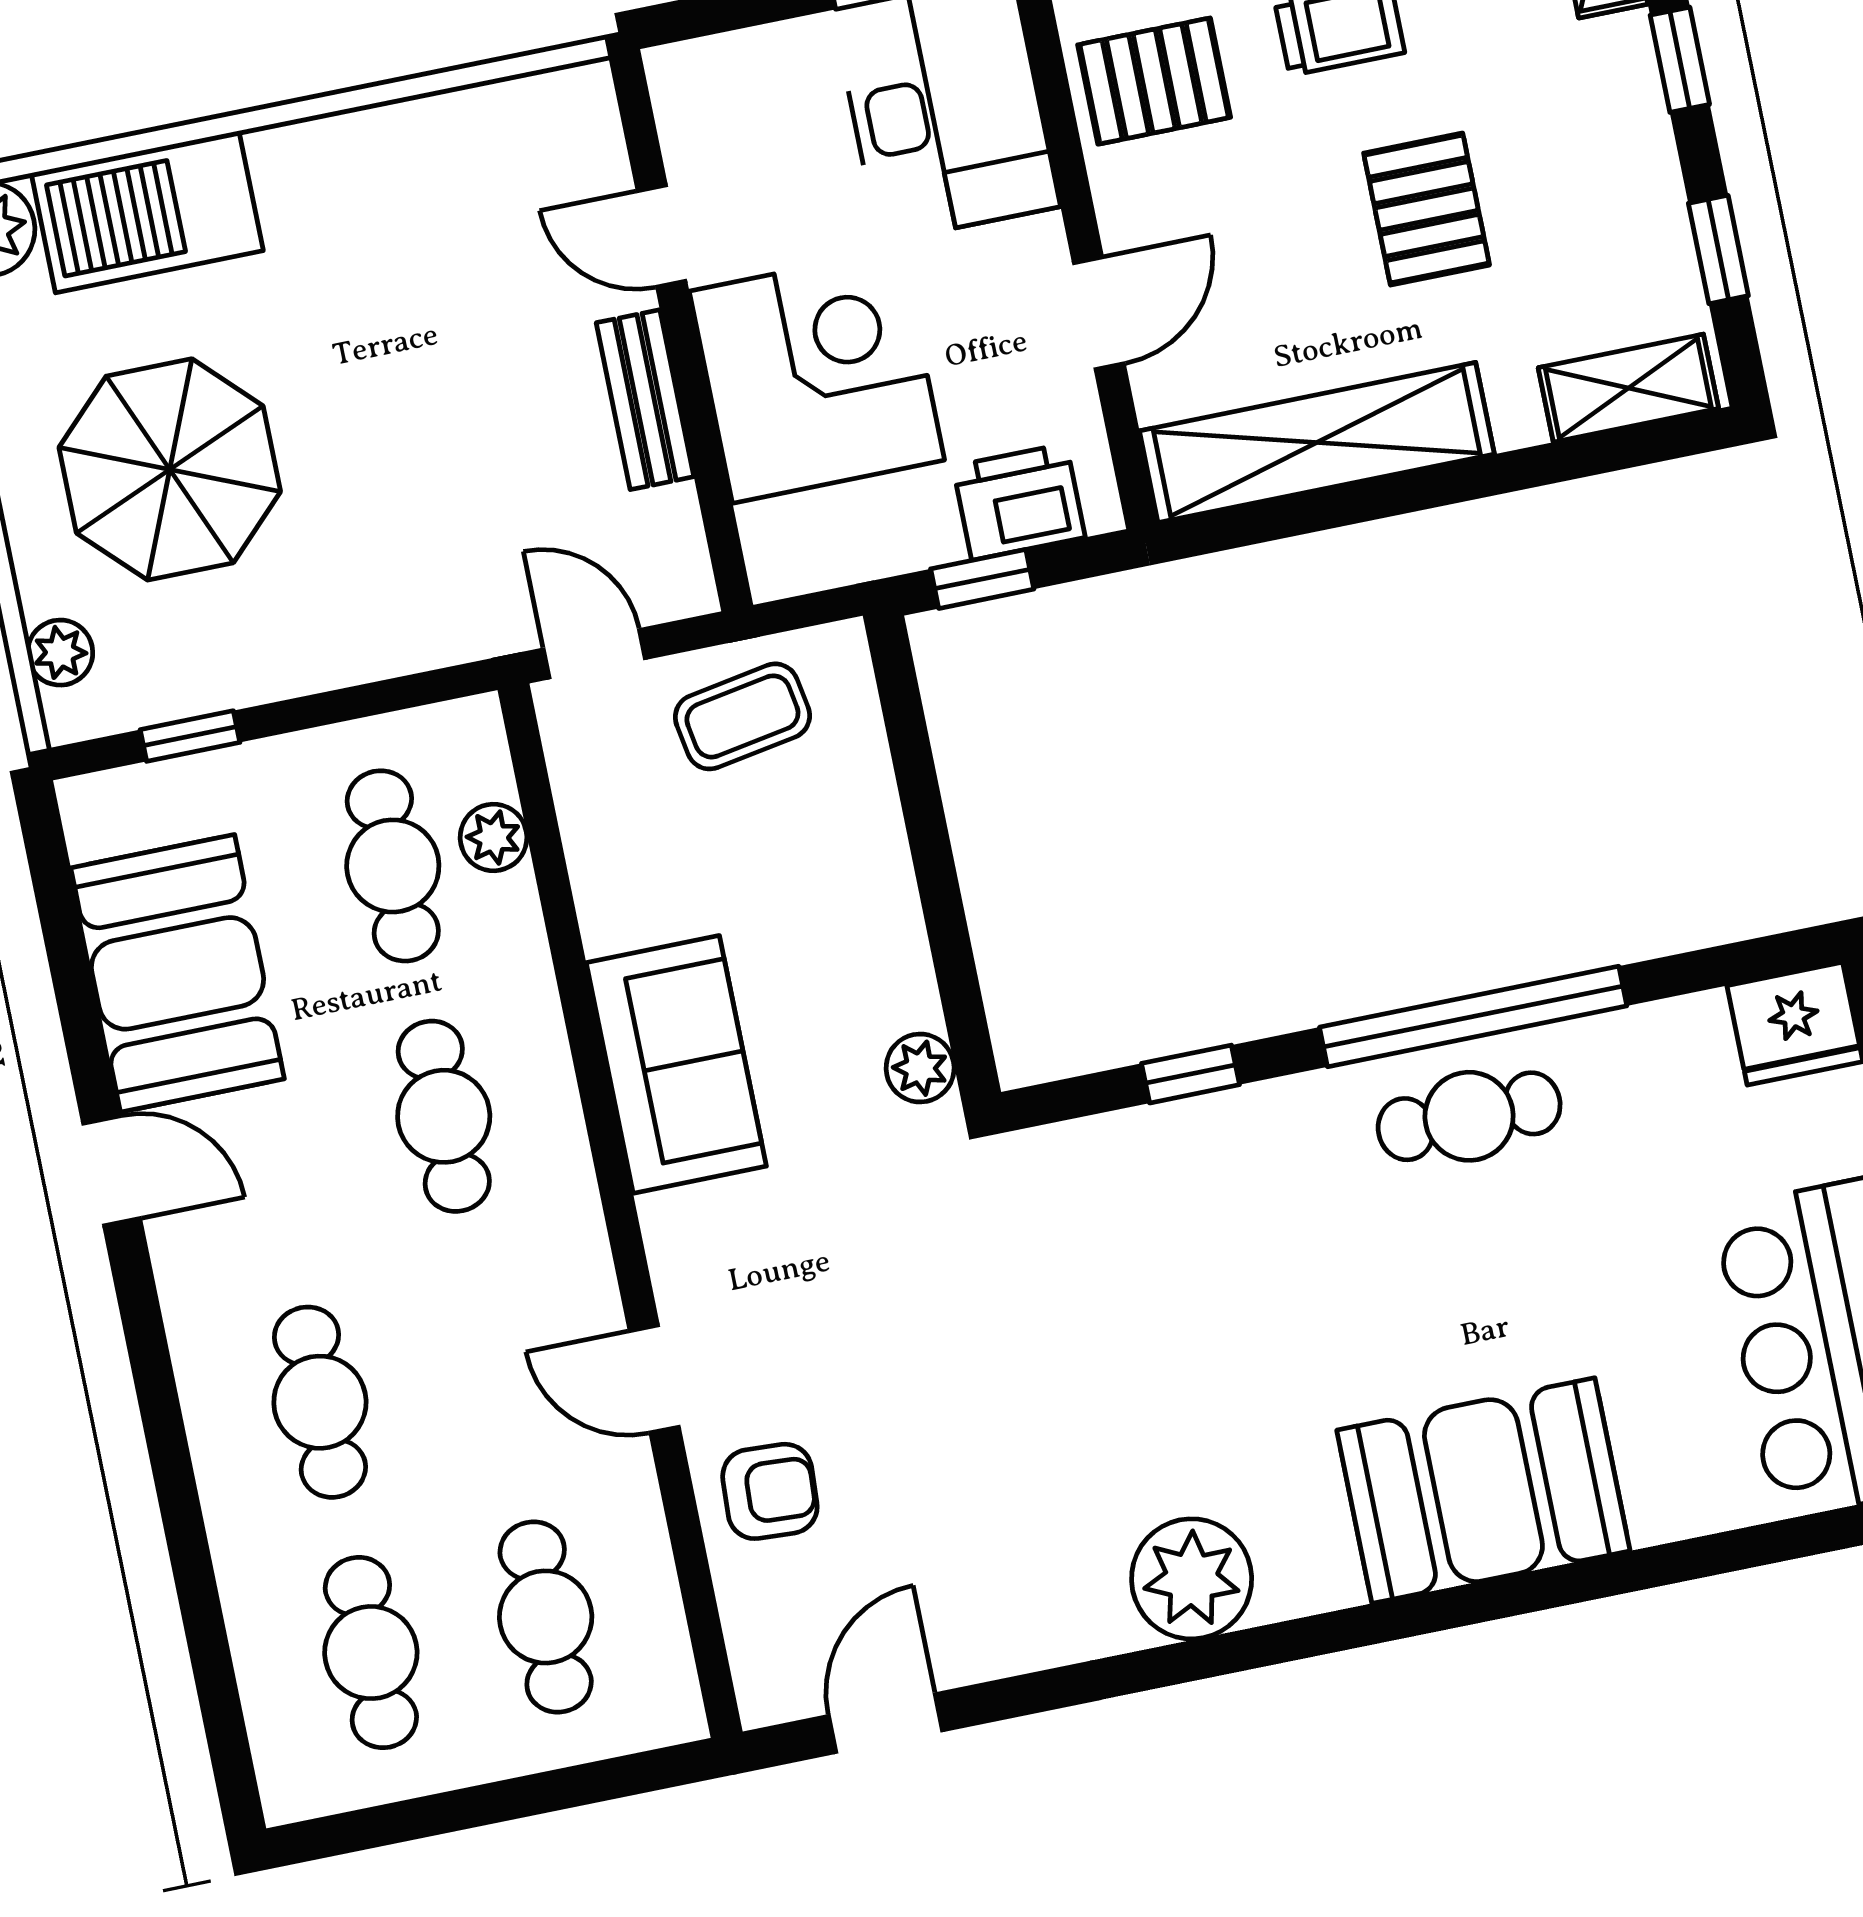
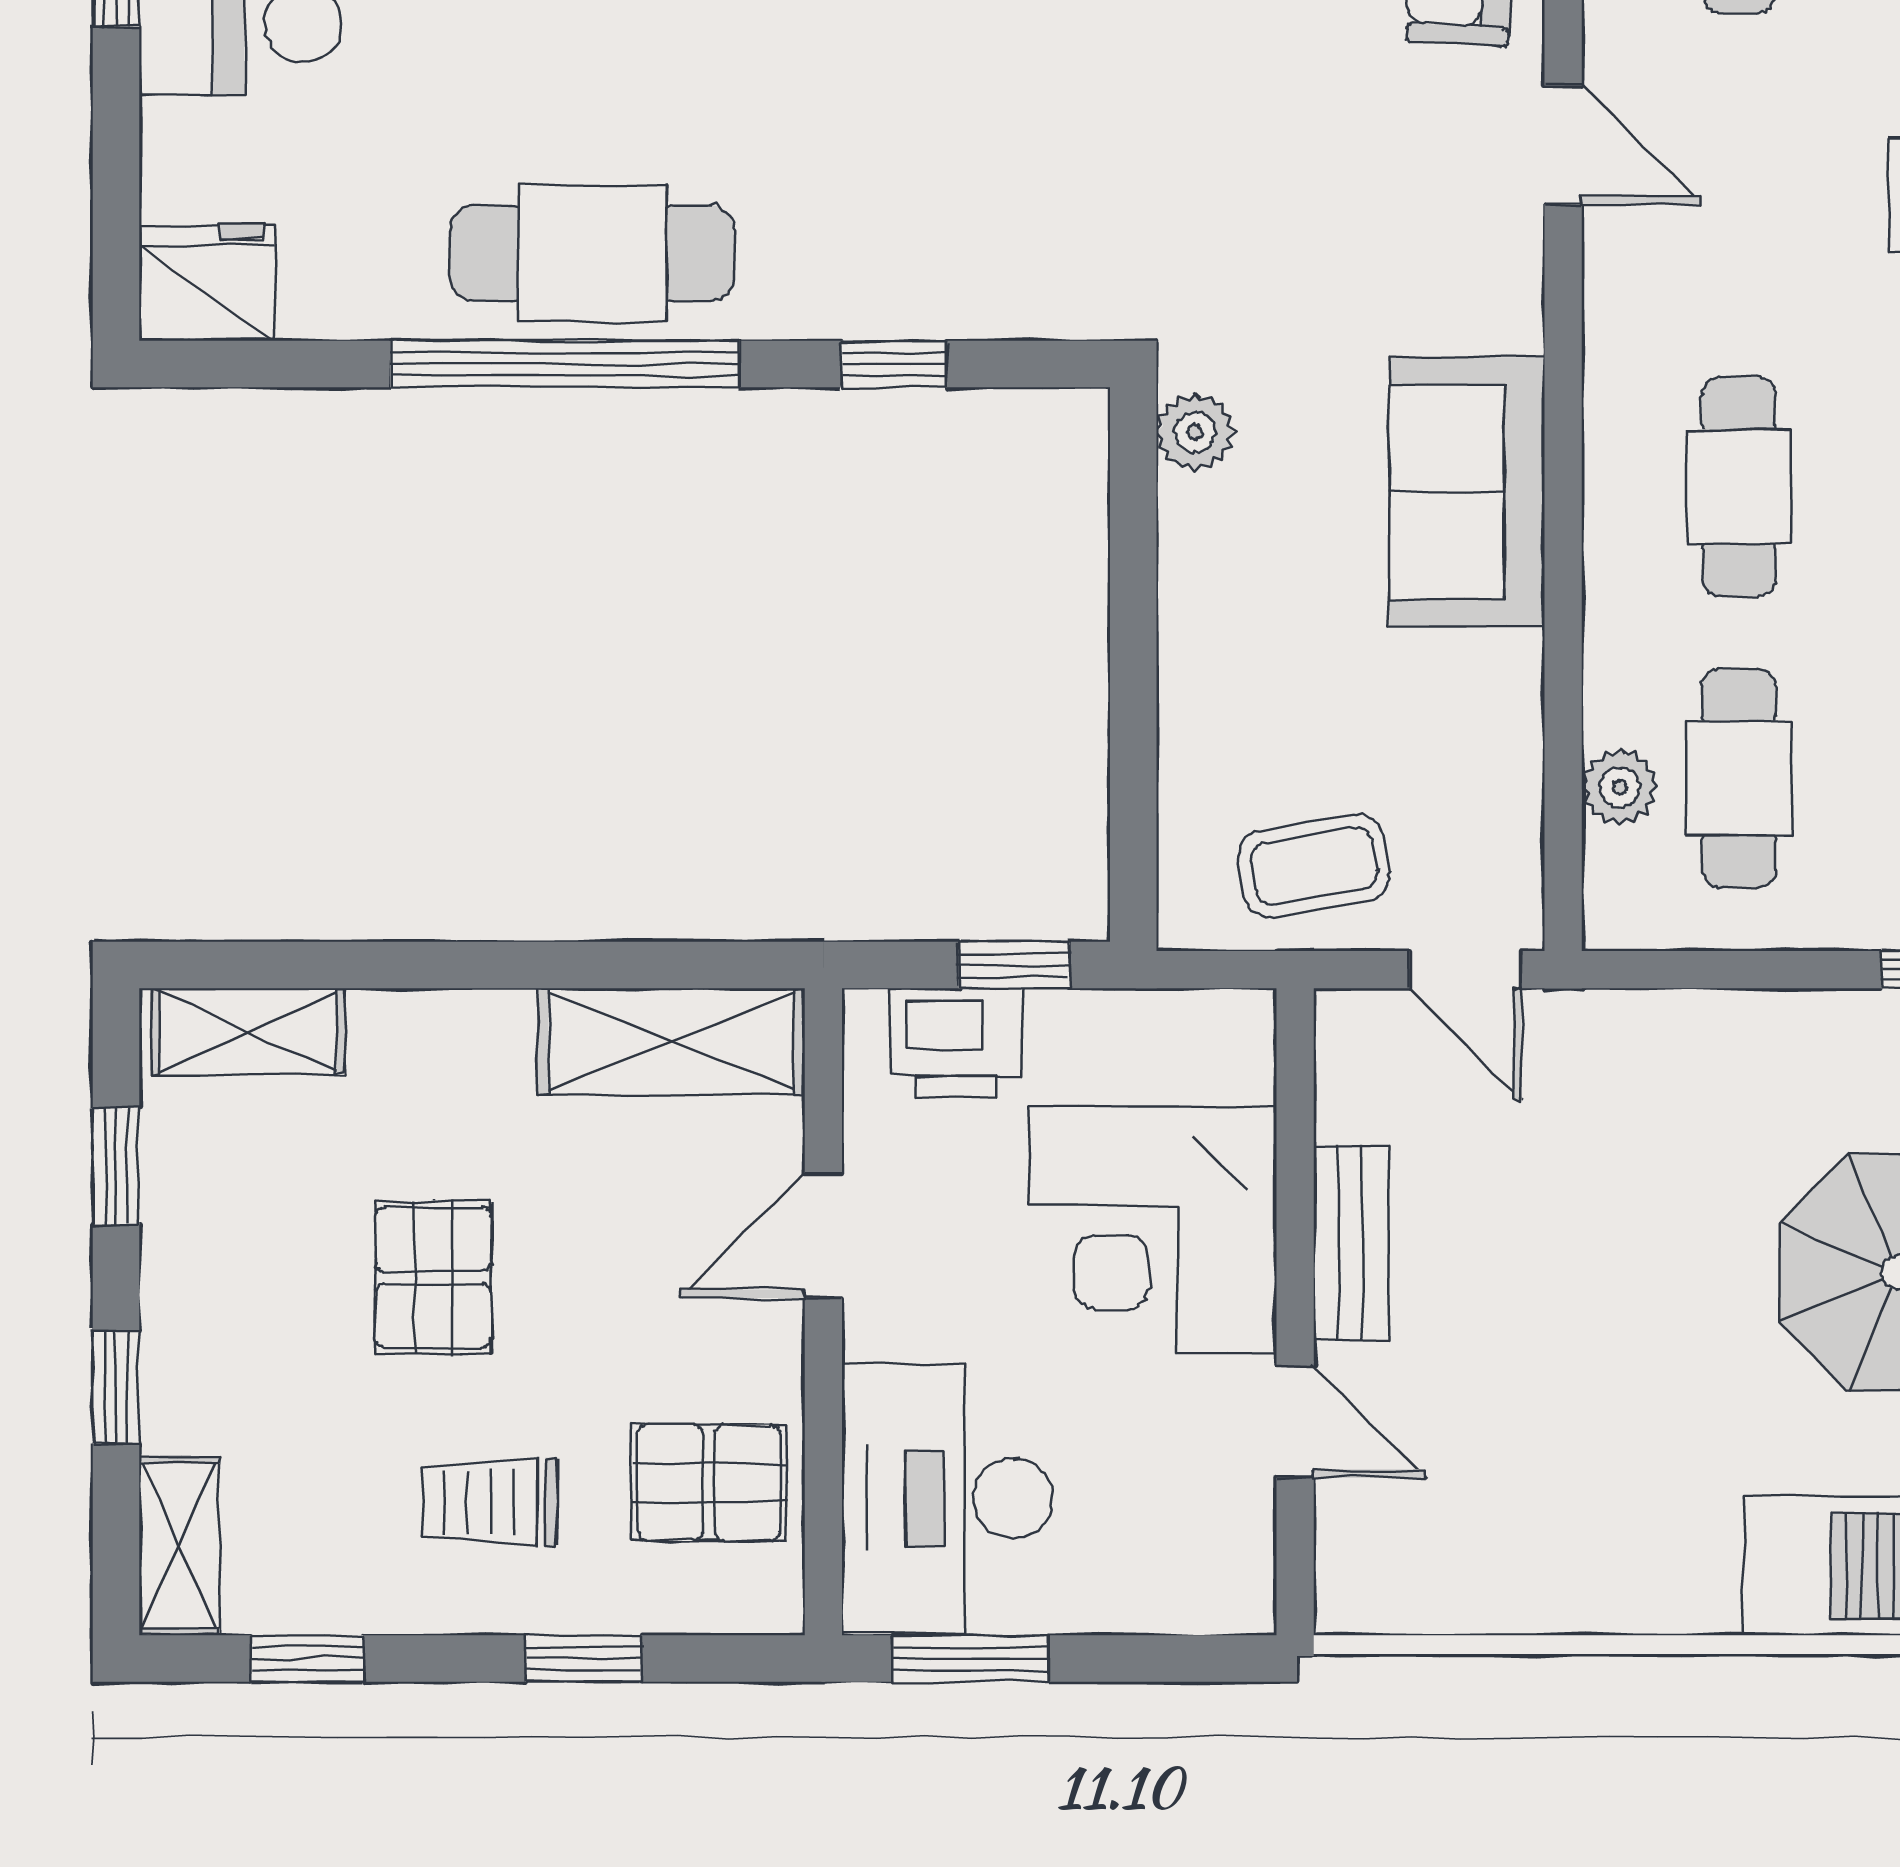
shelving: (1317, 442) -> (671, 1042), width x0.68
cafe table: (1469, 1116) -> (592, 253), width x1.37, depth x1.35

